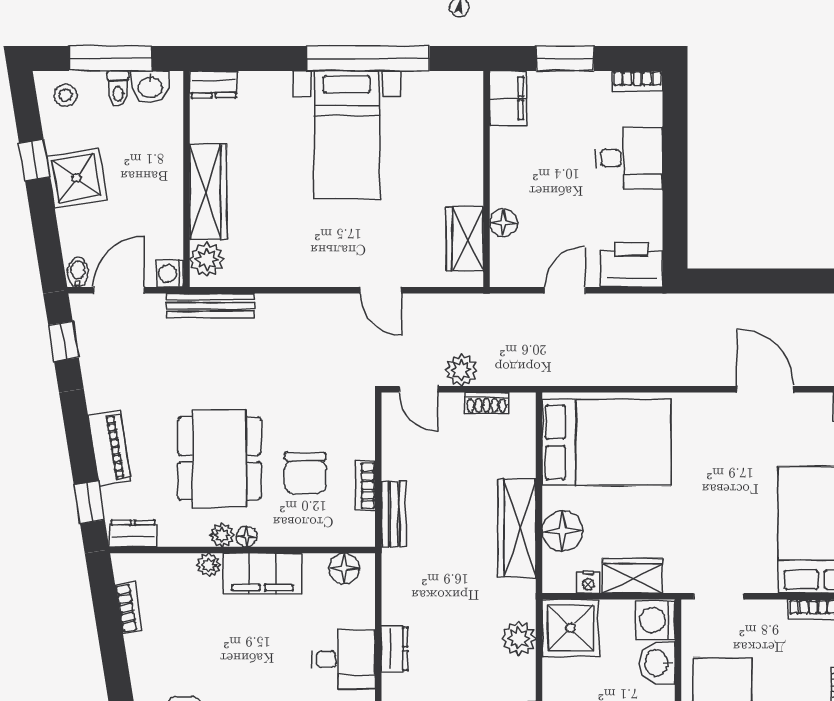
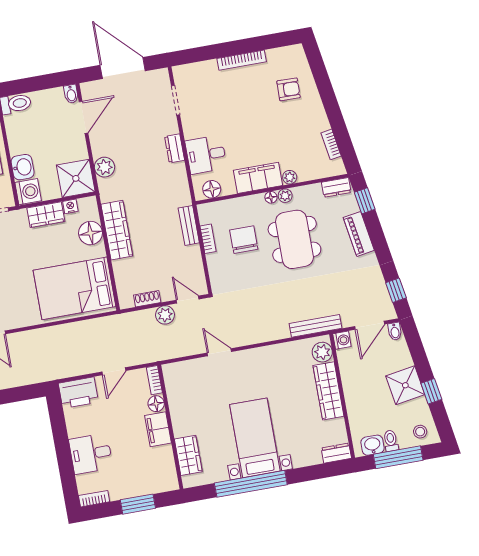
filing cabinet: (508, 98) -> (158, 429), moved
wardrobe: (465, 239) -> (188, 455), moved
bookcase: (499, 263) -> (154, 380), added
desk: (343, 659) -> (206, 155), moved

